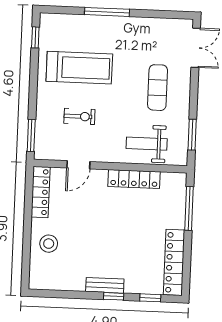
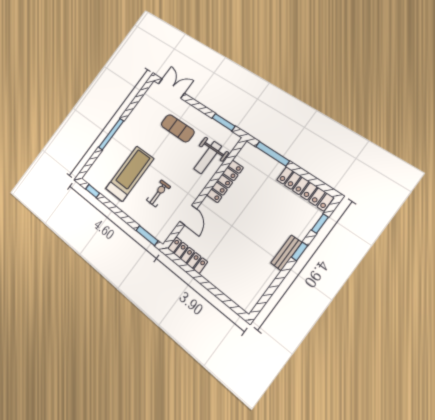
stool: (49, 244) -> (227, 275), removed

